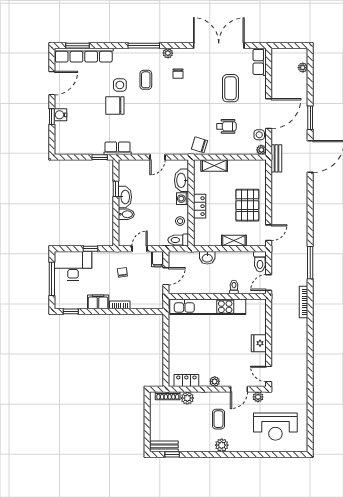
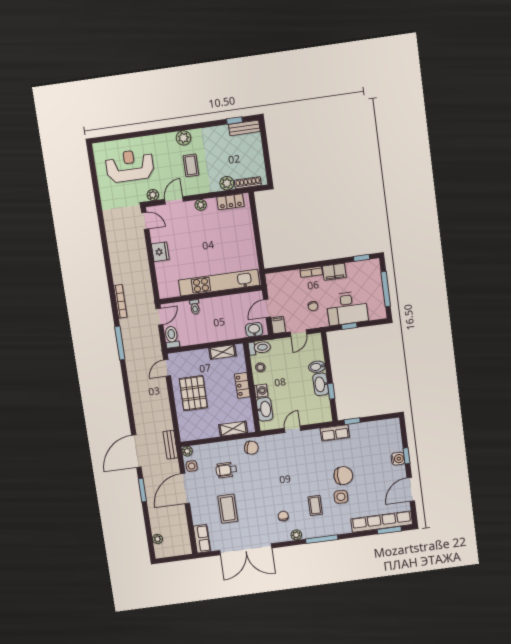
shelving: (234, 241) -> (222, 352), moved
washbasin: (207, 258) -> (254, 330), moved
desk: (73, 266) -> (347, 308), moved

